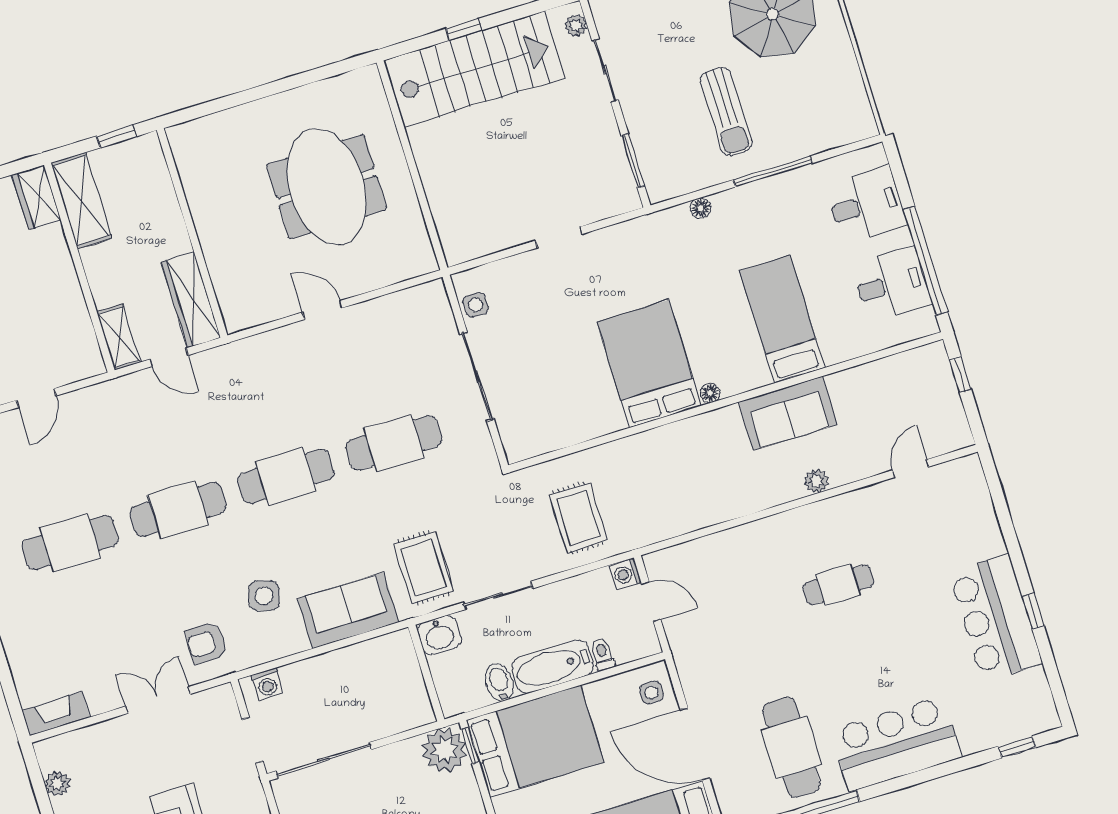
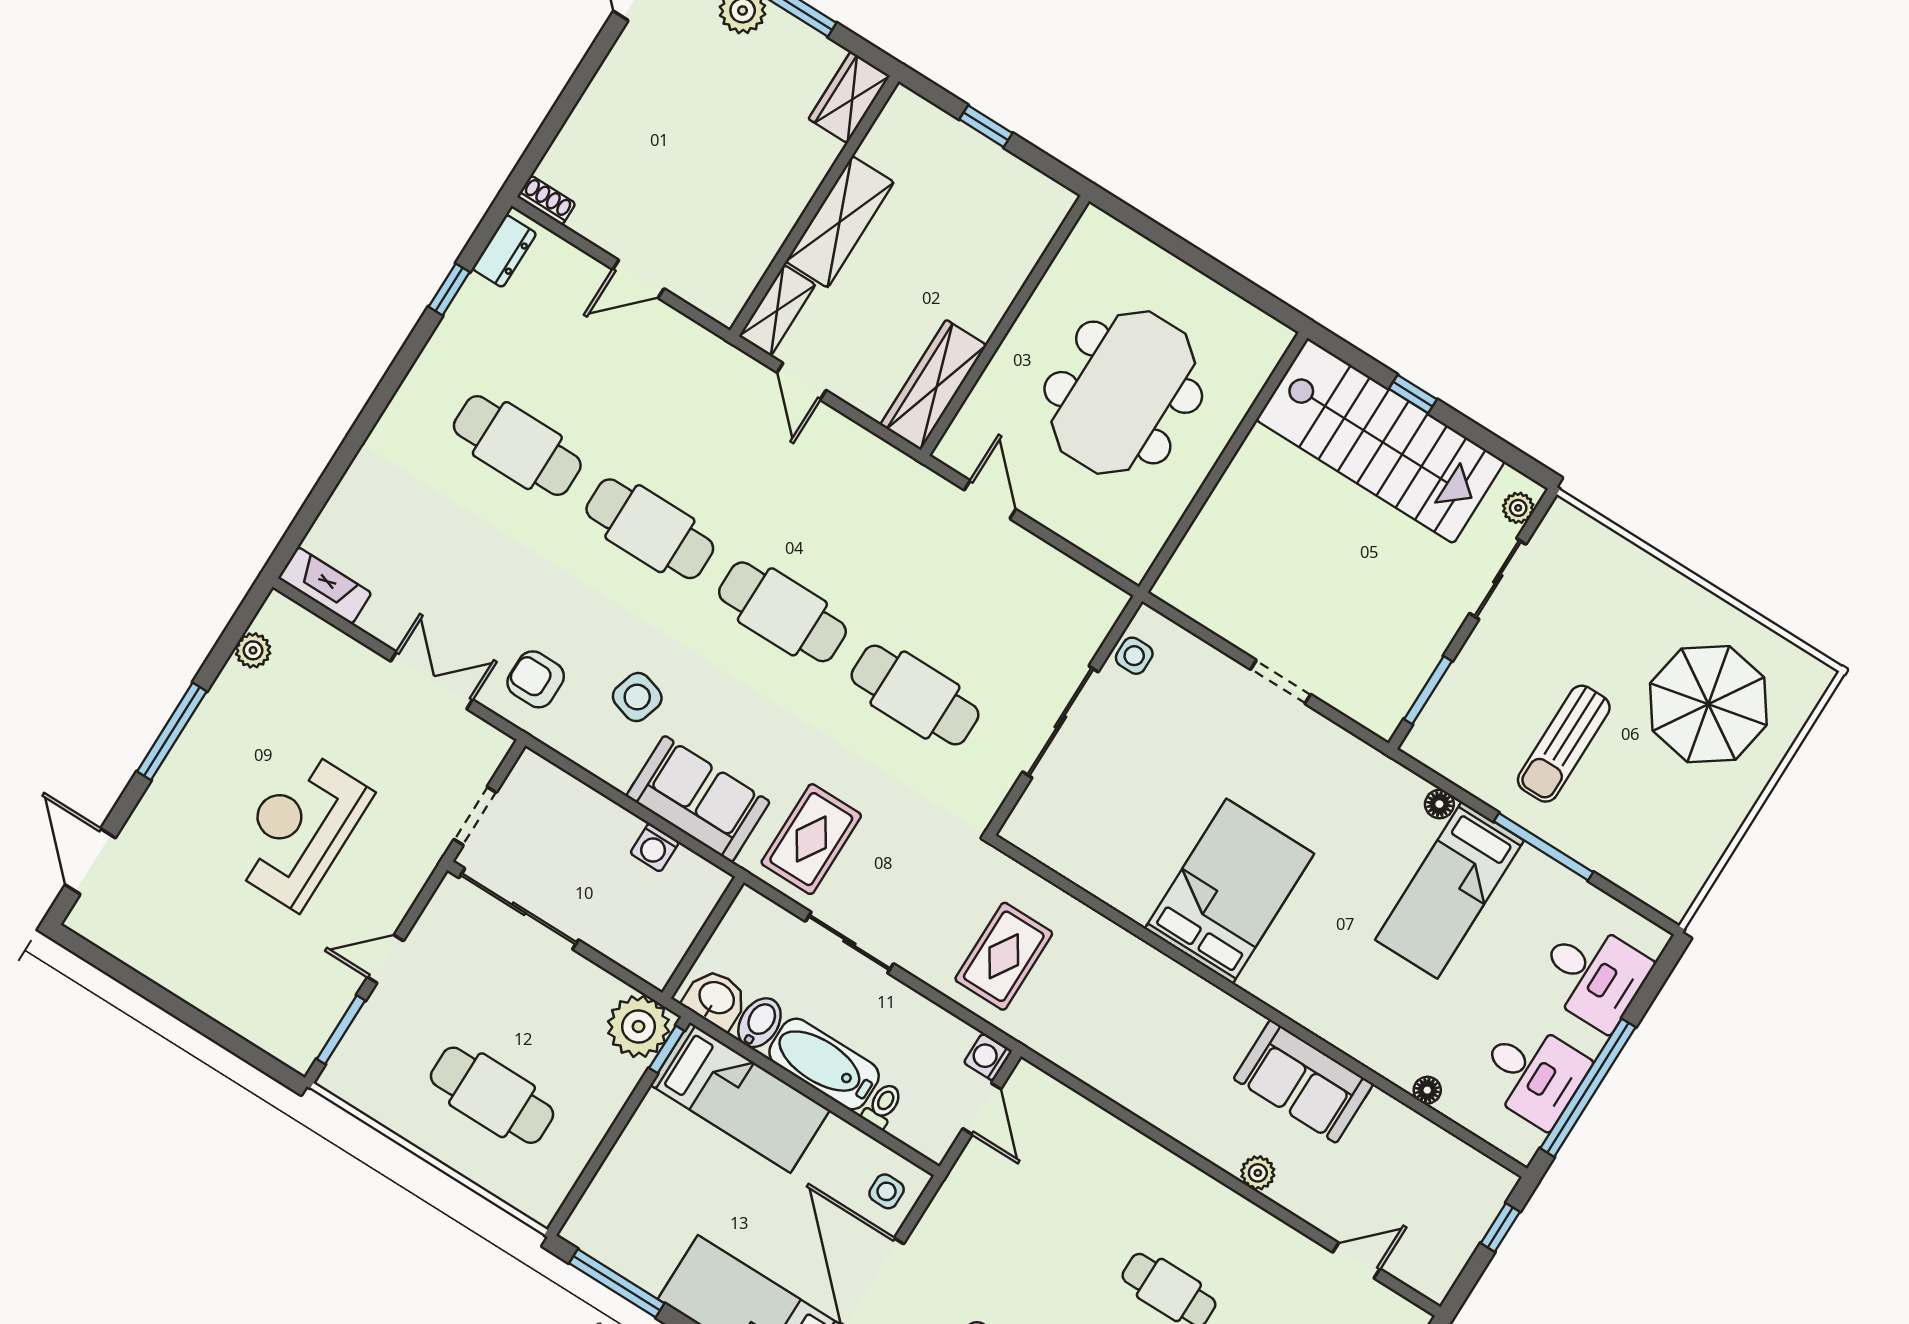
shelving: (81, 201) -> (840, 222), moved
wall: (192, 233) -> (1005, 325), moved
wardrobe: (191, 300) -> (933, 385), moved
bed: (782, 319) -> (1450, 890), moved, turned 180
floor lamp: (710, 393) -> (1427, 1090), moved
washbasin: (439, 635) -> (716, 999), moved, turned 180
washing machine: (267, 684) -> (655, 848), moved
bed: (535, 741) -> (740, 1097), width x0.67

